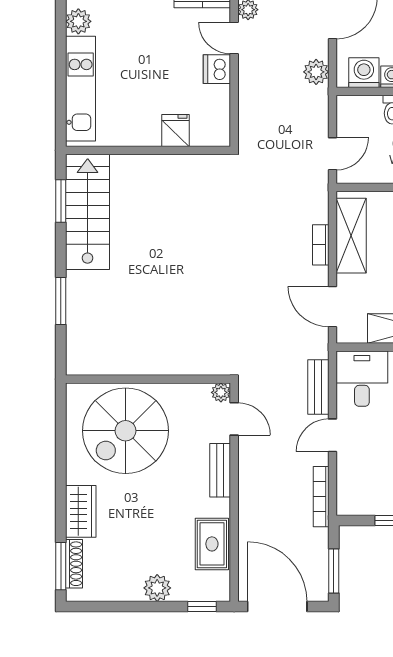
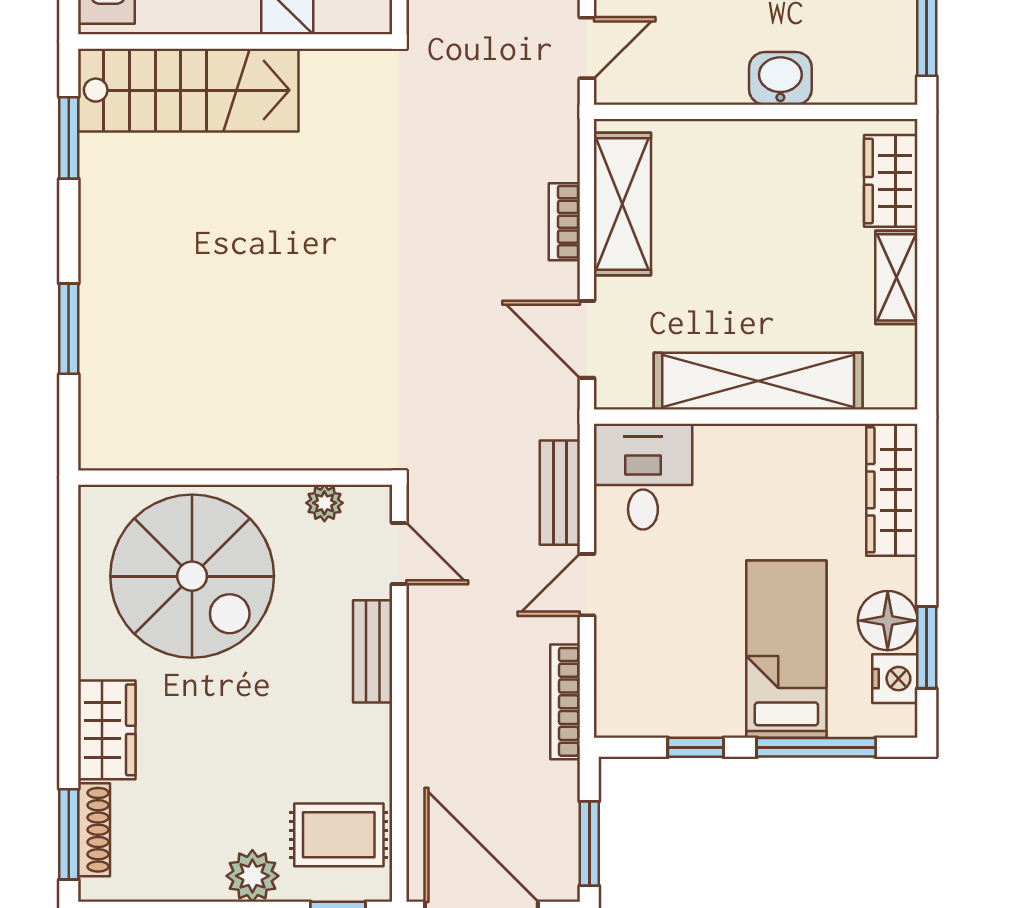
stairs: (88, 212) -> (188, 90), moved, turned 90
plant: (221, 392) -> (324, 503), moved
spiral stairs: (126, 431) -> (192, 576), turned -90
rug: (212, 544) -> (339, 835), moved, turned 90

